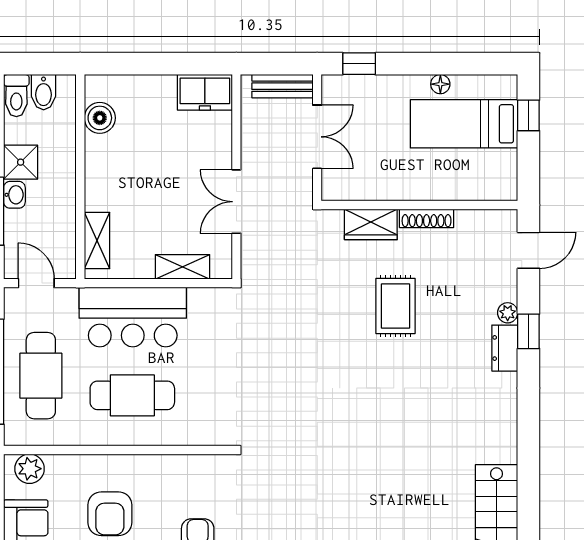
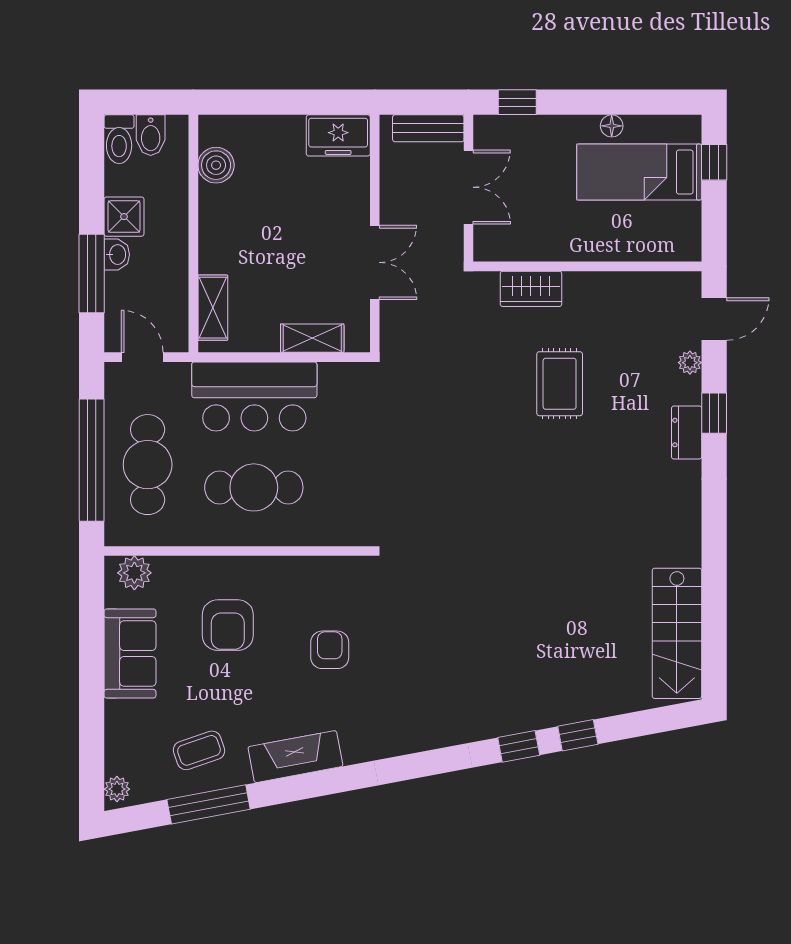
double door: (236, 202) -> (375, 262), swing flipped
shoe rack: (427, 218) -> (596, 282), removed
plant: (508, 313) -> (690, 363), moved

